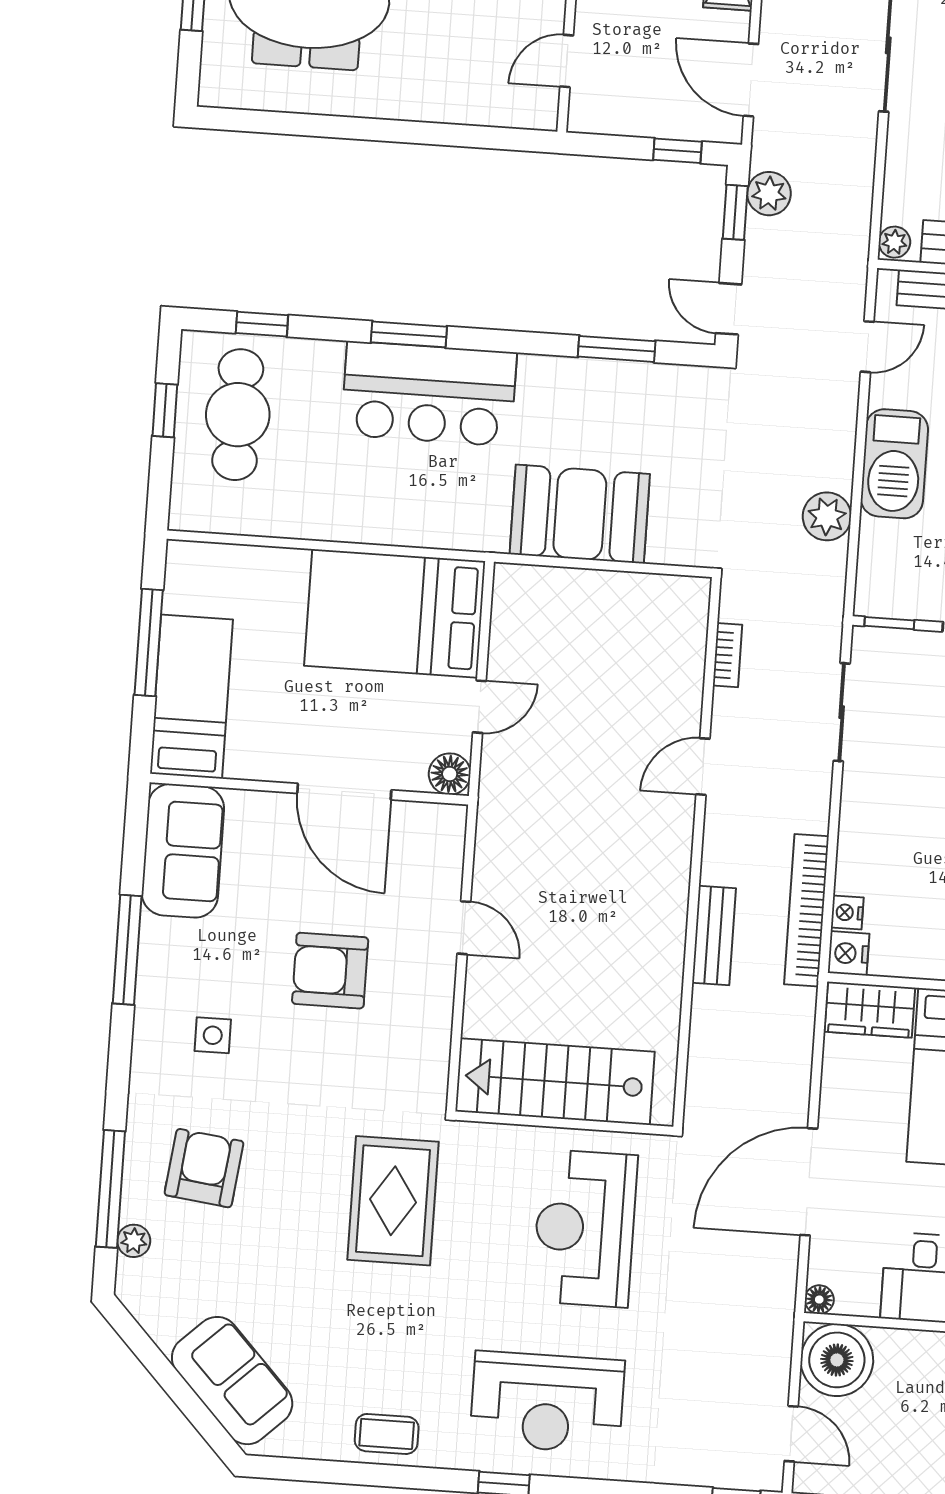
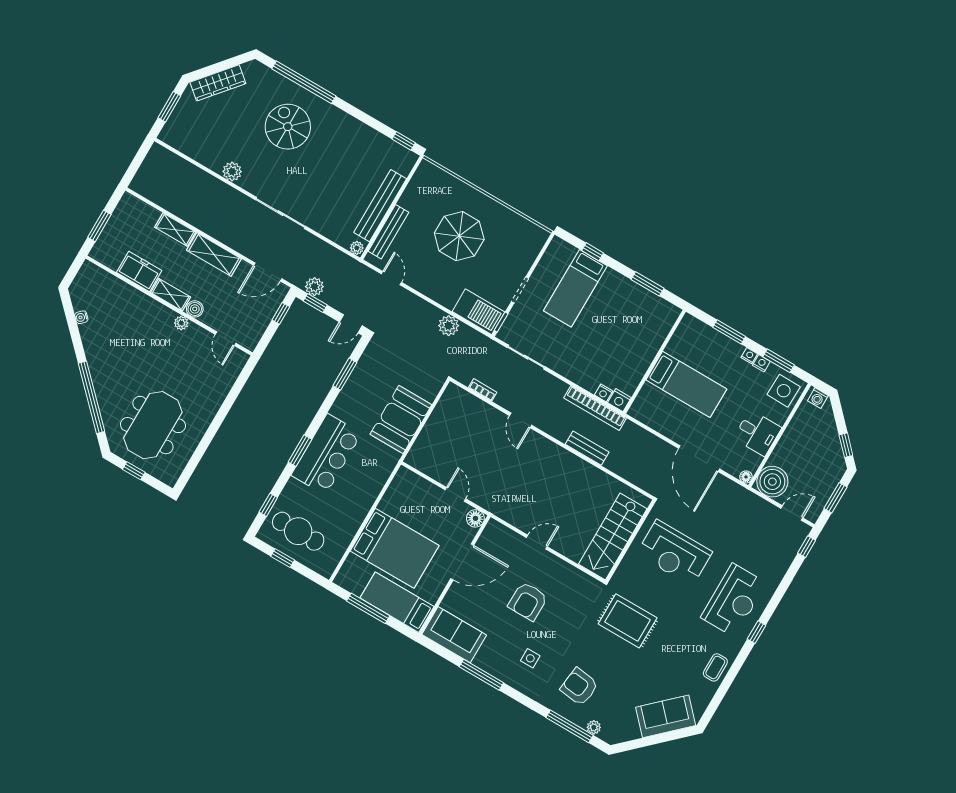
barbecue: (894, 464) -> (478, 312), moved
bed: (395, 613) -> (395, 548), moved, turned -90
wardrobe: (870, 1010) -> (645, 403), removed

